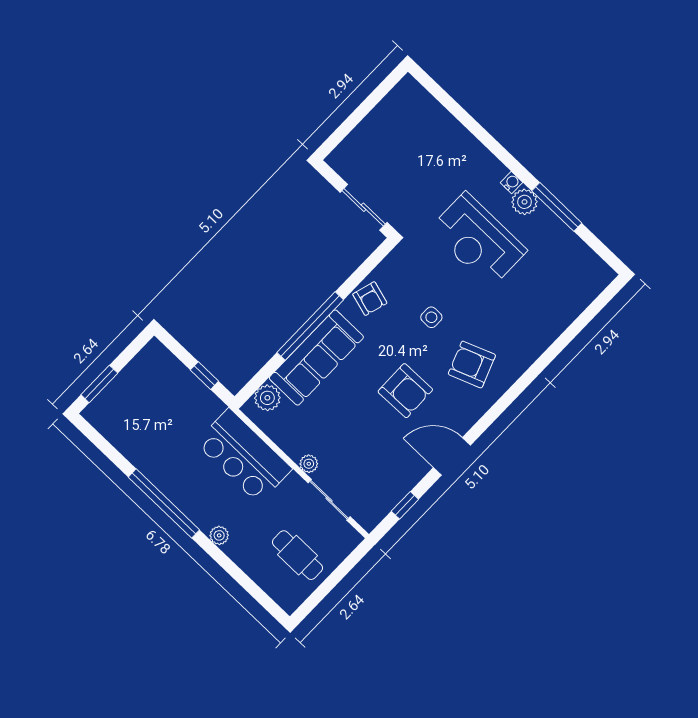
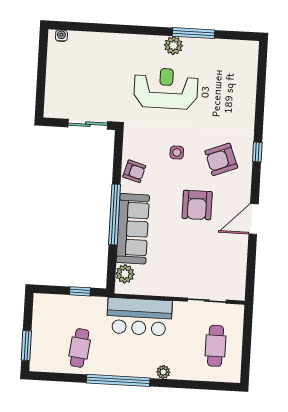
water cooler: (512, 183) -> (61, 36), moved
reception desk: (478, 240) -> (166, 88), turned 180
armchair: (405, 391) -> (197, 205), turned 91
cafe table: (153, 435) -> (80, 348), added
plant: (309, 464) -> (179, 290), removed
window: (405, 505) -> (257, 152), moved
cafe table: (297, 555) -> (216, 346), turned 90

